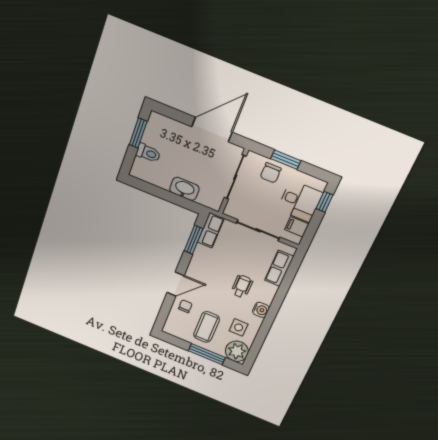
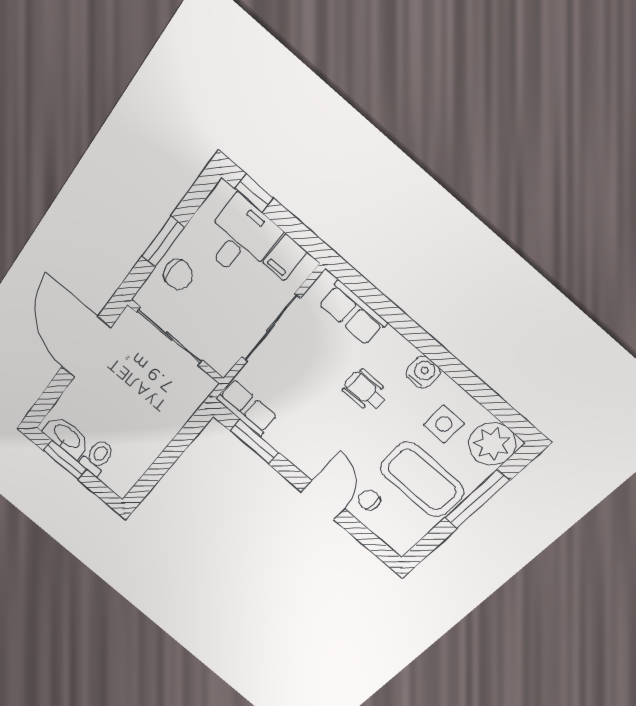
washbasin: (184, 189) -> (67, 437), moved, turned 90
coffee table: (206, 327) -> (422, 480), width x1.36, depth x1.32

